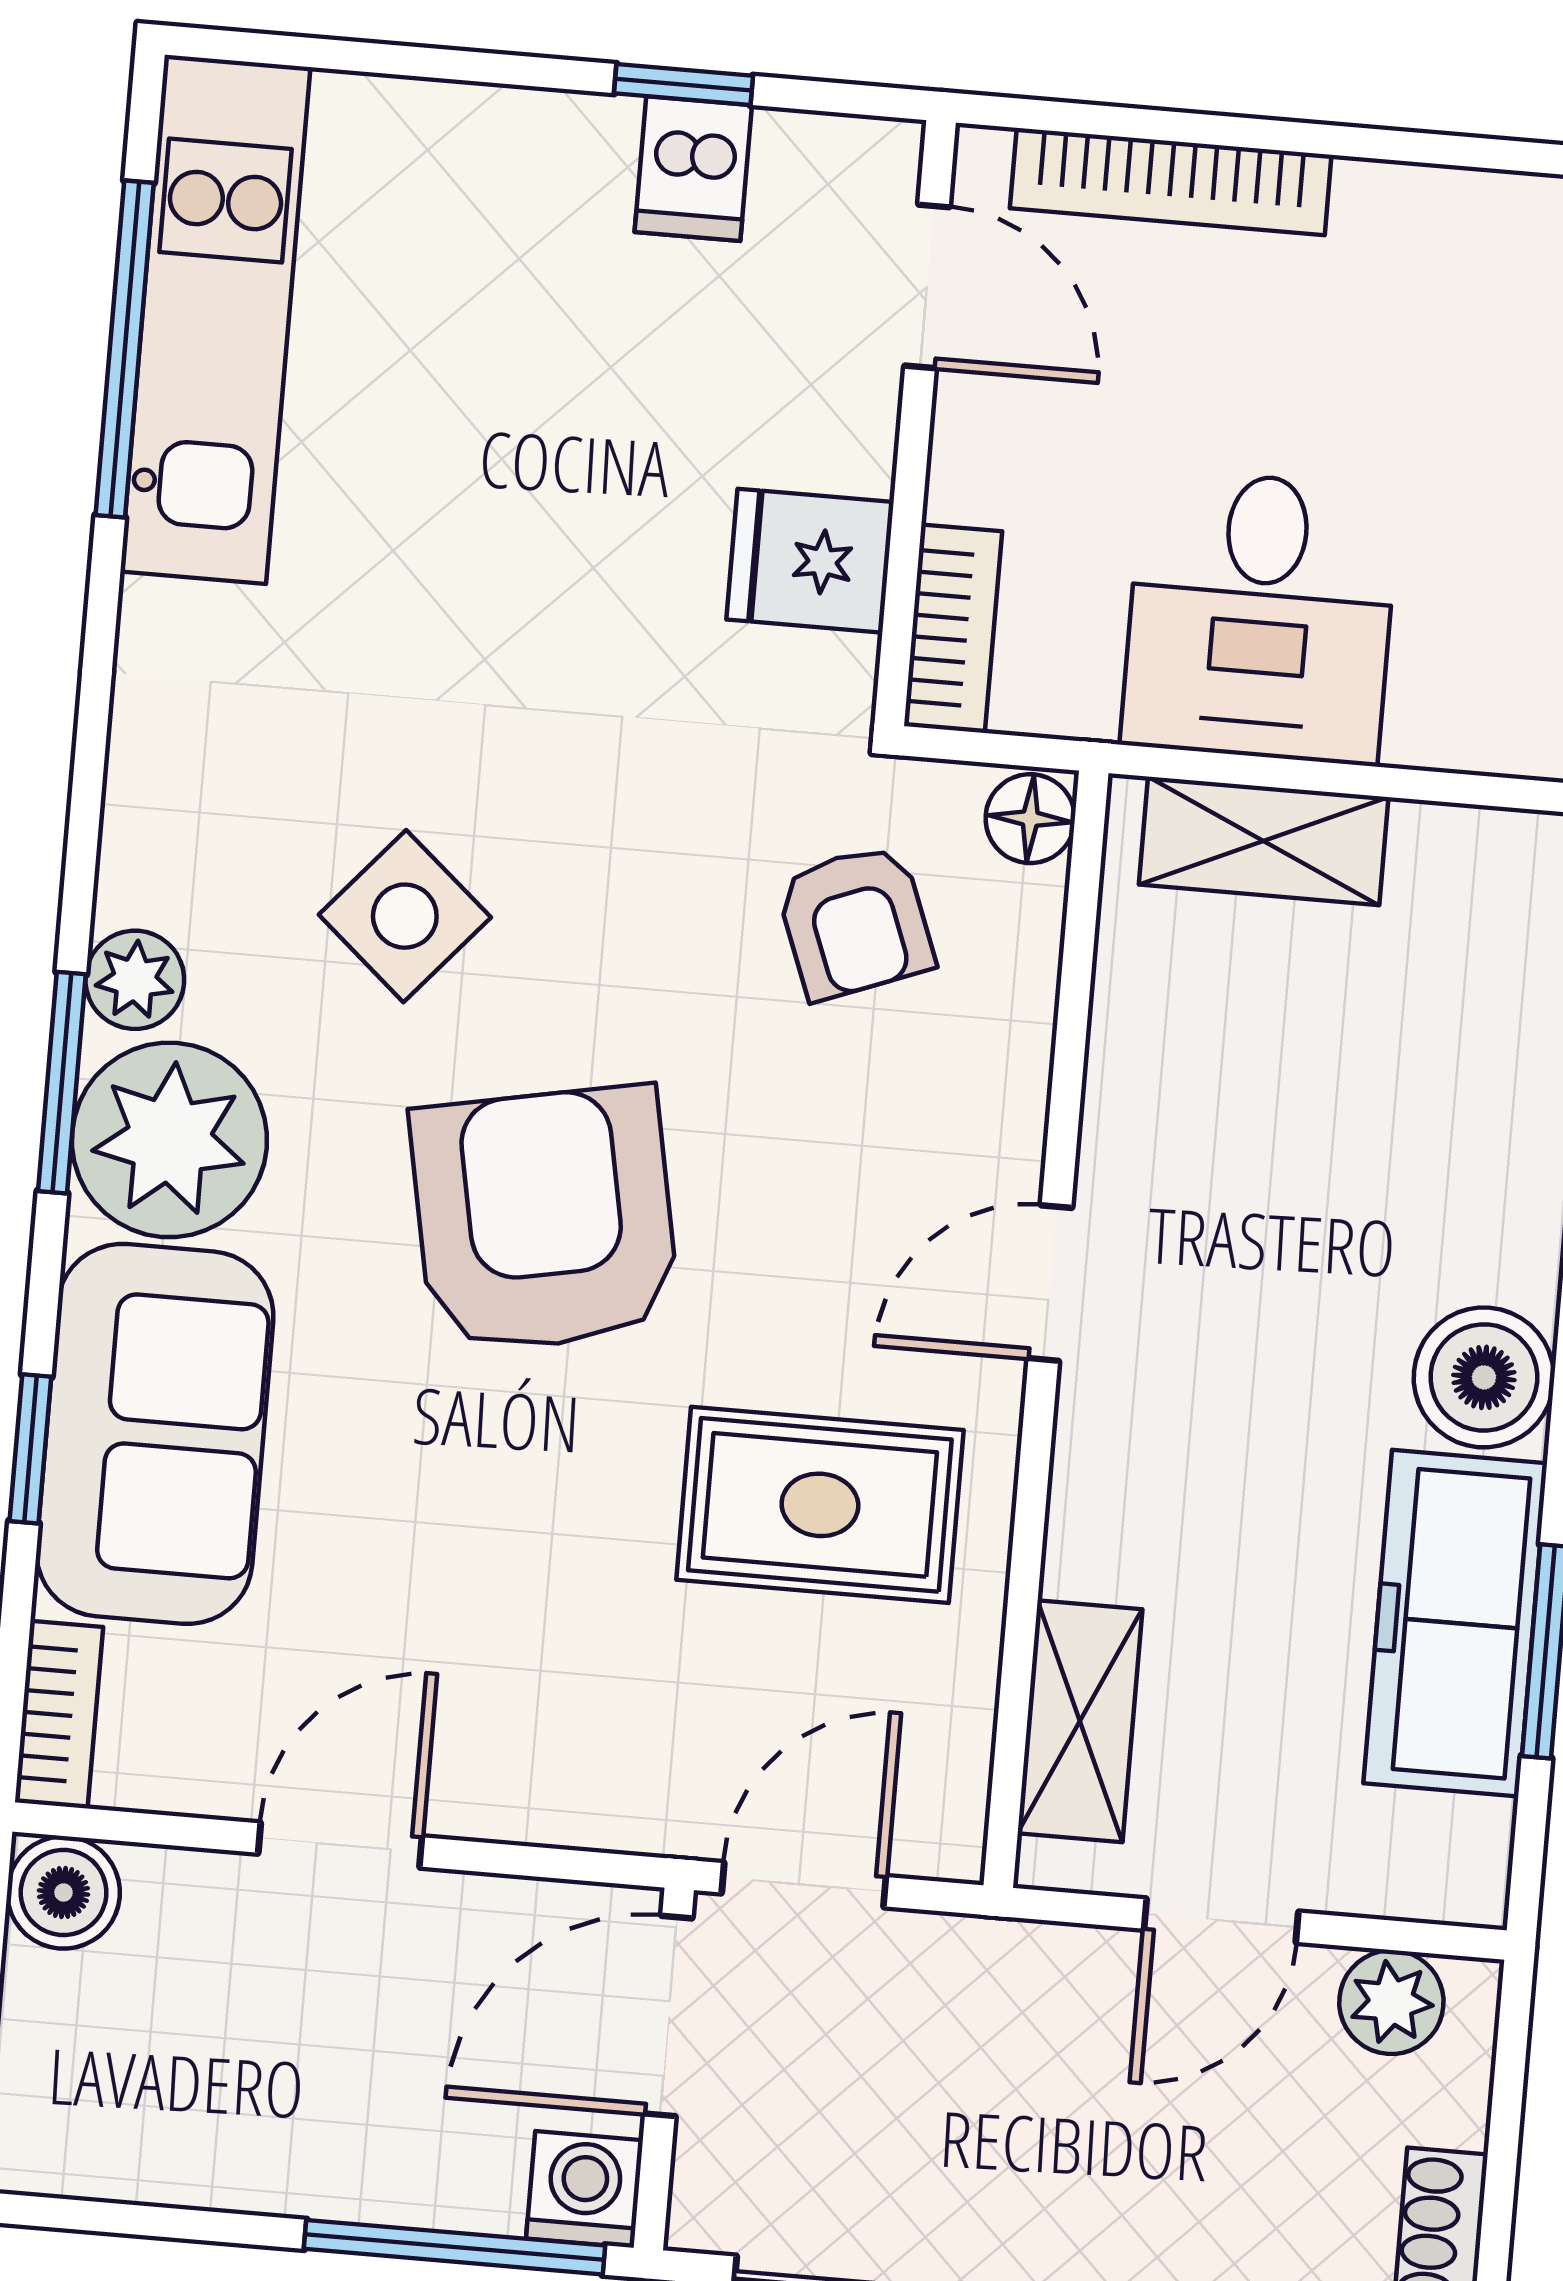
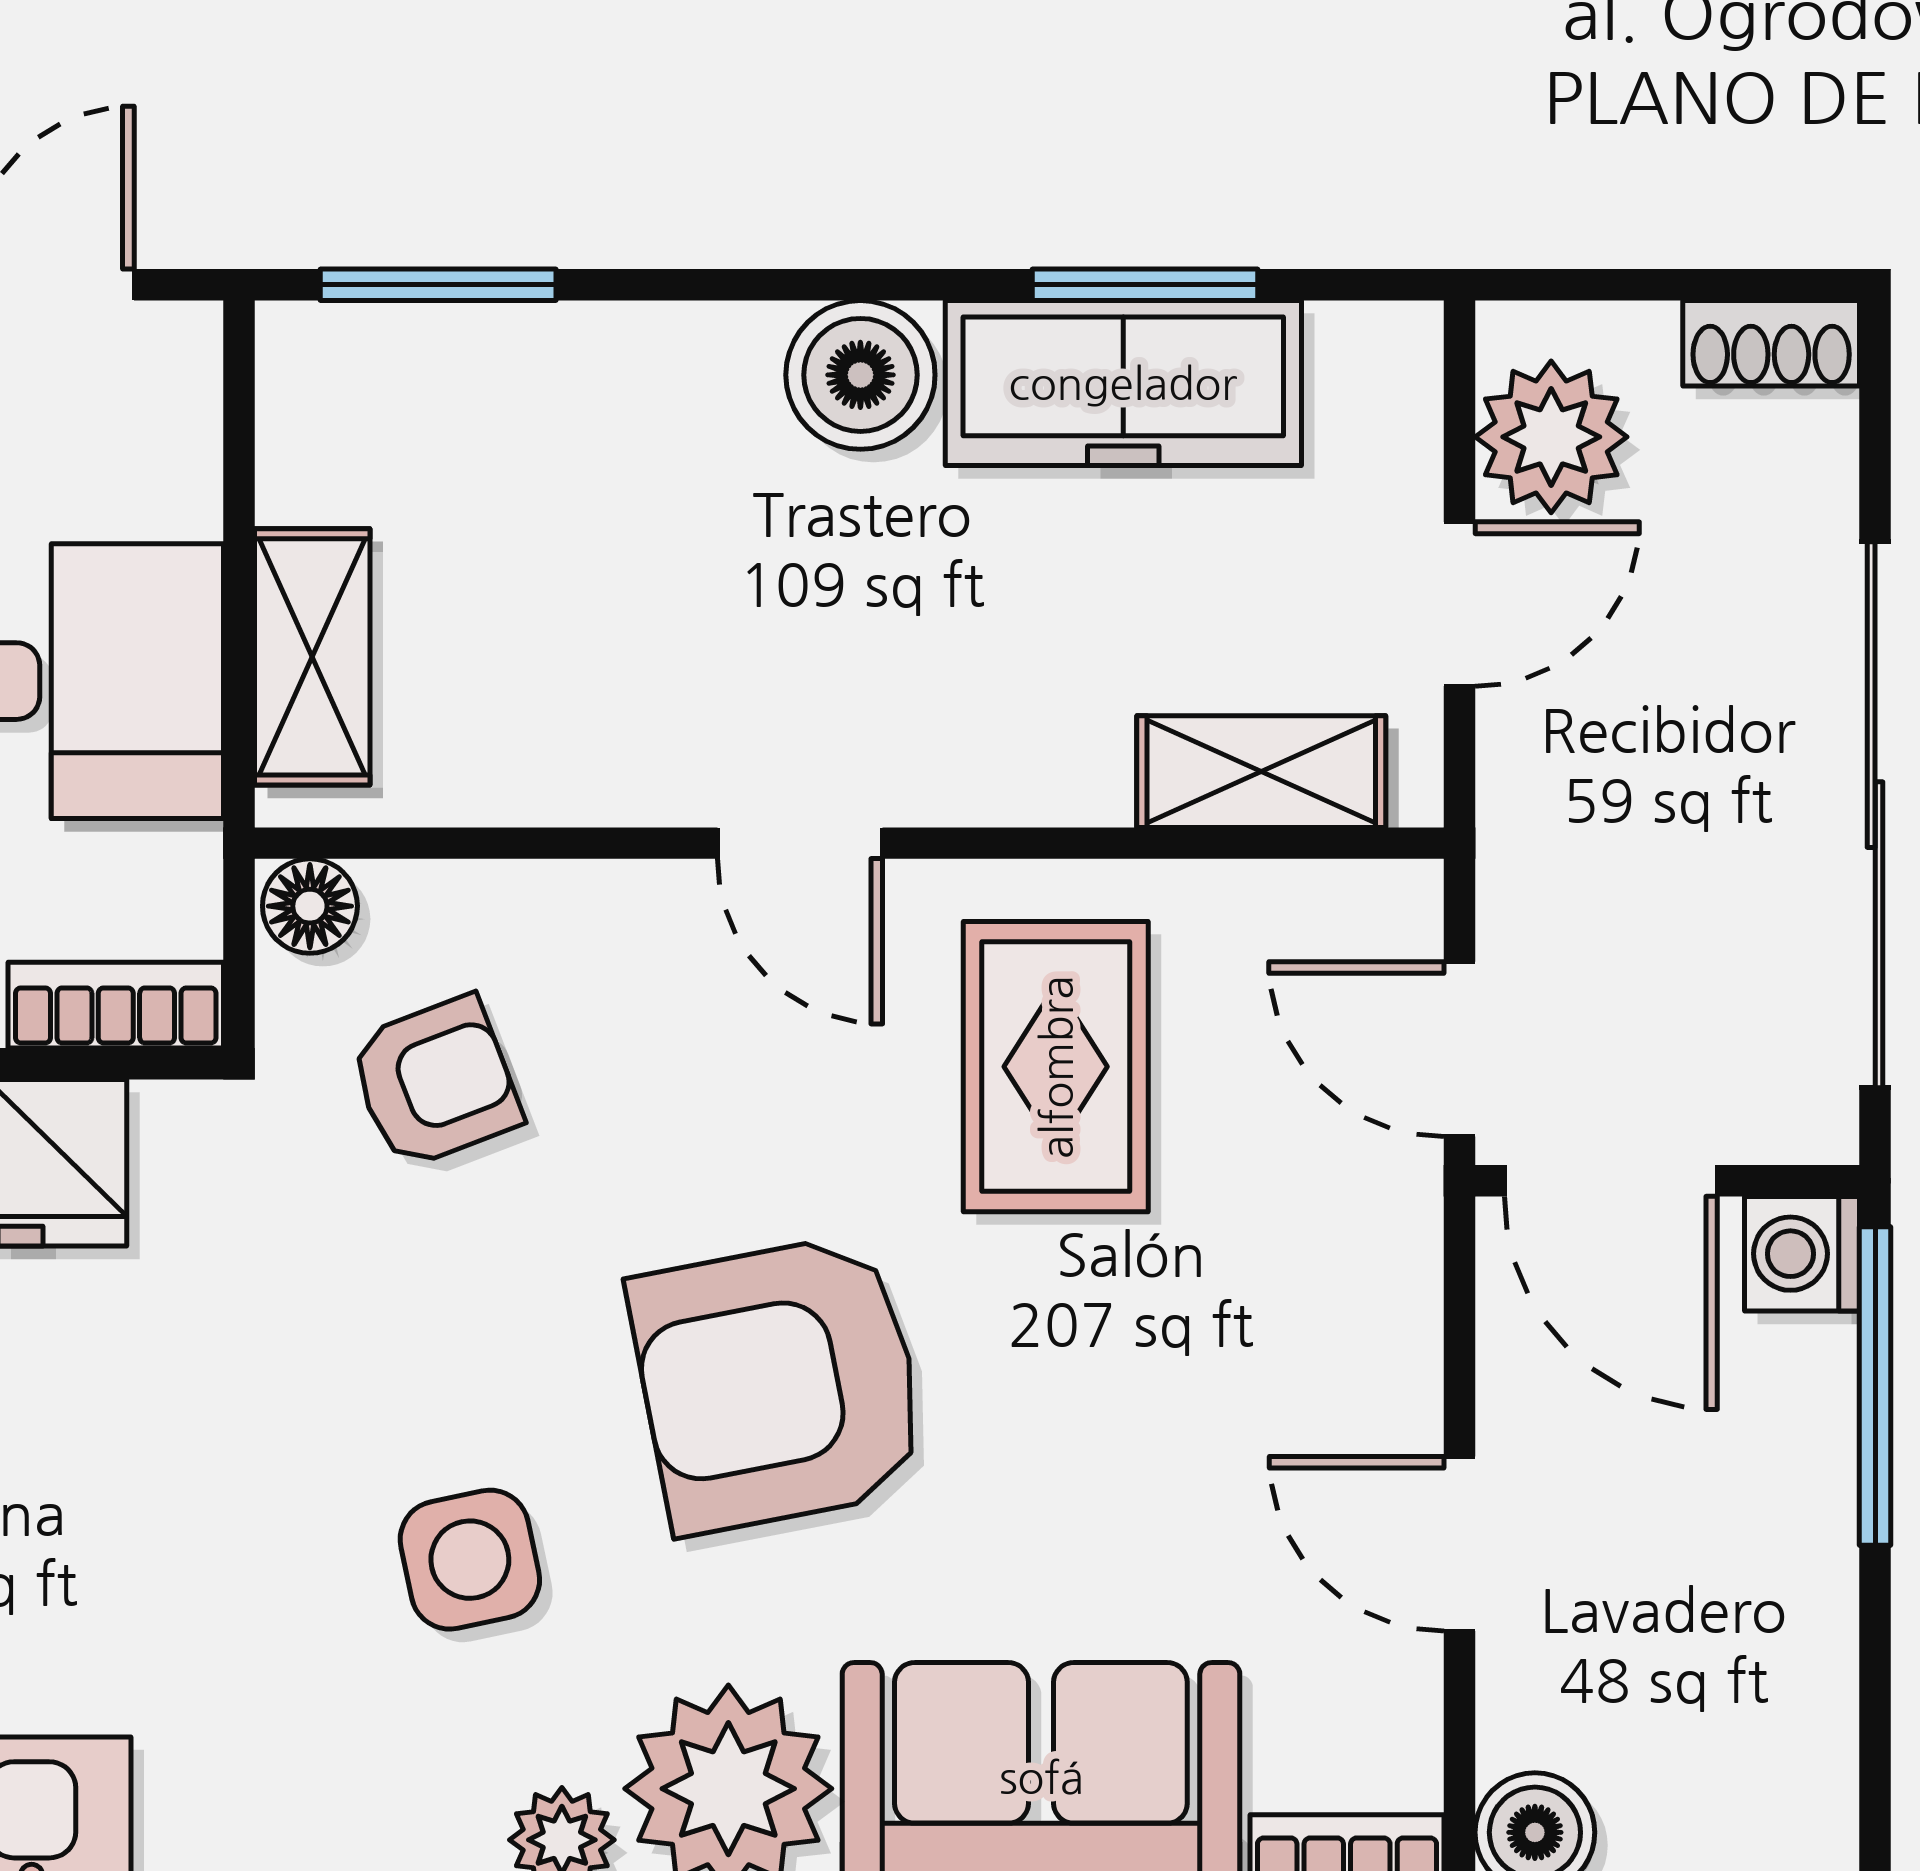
side table: (405, 916) -> (470, 1560), turned 37
door: (1221, 1921) -> (1460, 604), hinge flipped
plant: (1391, 2002) -> (1551, 437), width x1.38, depth x1.38

